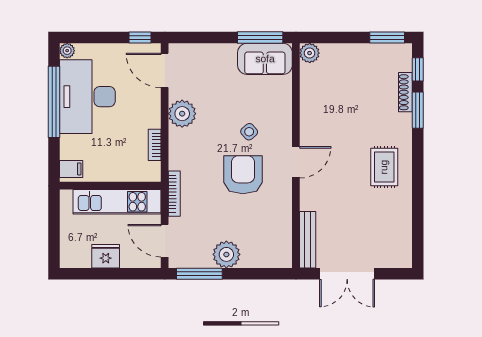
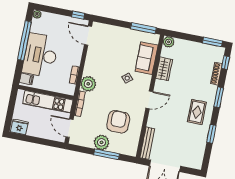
sofa: (265, 59) -> (147, 58), moved, turned 90
desk: (87, 97) -> (40, 55), moved
wardrobe: (311, 102) -> (164, 69), added
window: (418, 110) -> (219, 97), moved
plant: (182, 114) -> (88, 84), moved
armchair: (243, 175) -> (118, 122), moved
window: (418, 201) -> (211, 134), added
fridge: (106, 256) -> (19, 127), moved
window: (199, 274) -> (107, 154), moved

